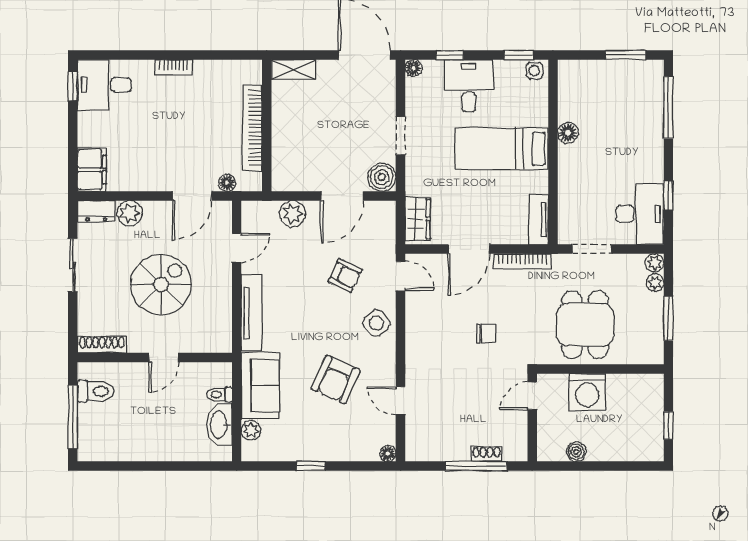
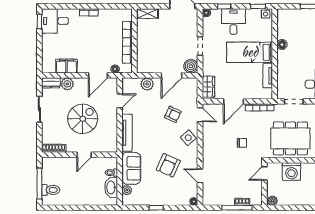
filing cabinet: (92, 170) -> (67, 66), moved, turned -90
tv unit: (539, 219) -> (268, 76), moved
dining table: (585, 325) -> (290, 138), width x1.37
toilet: (96, 391) -> (51, 190), moved
boiler: (576, 452) -> (272, 201), moved

